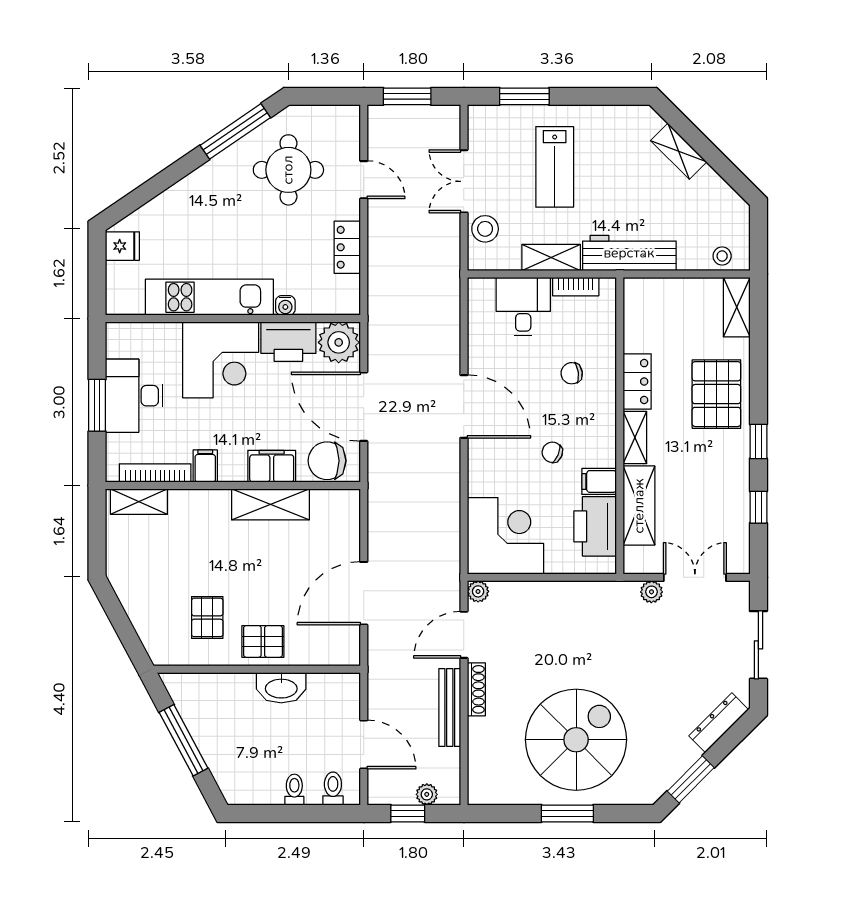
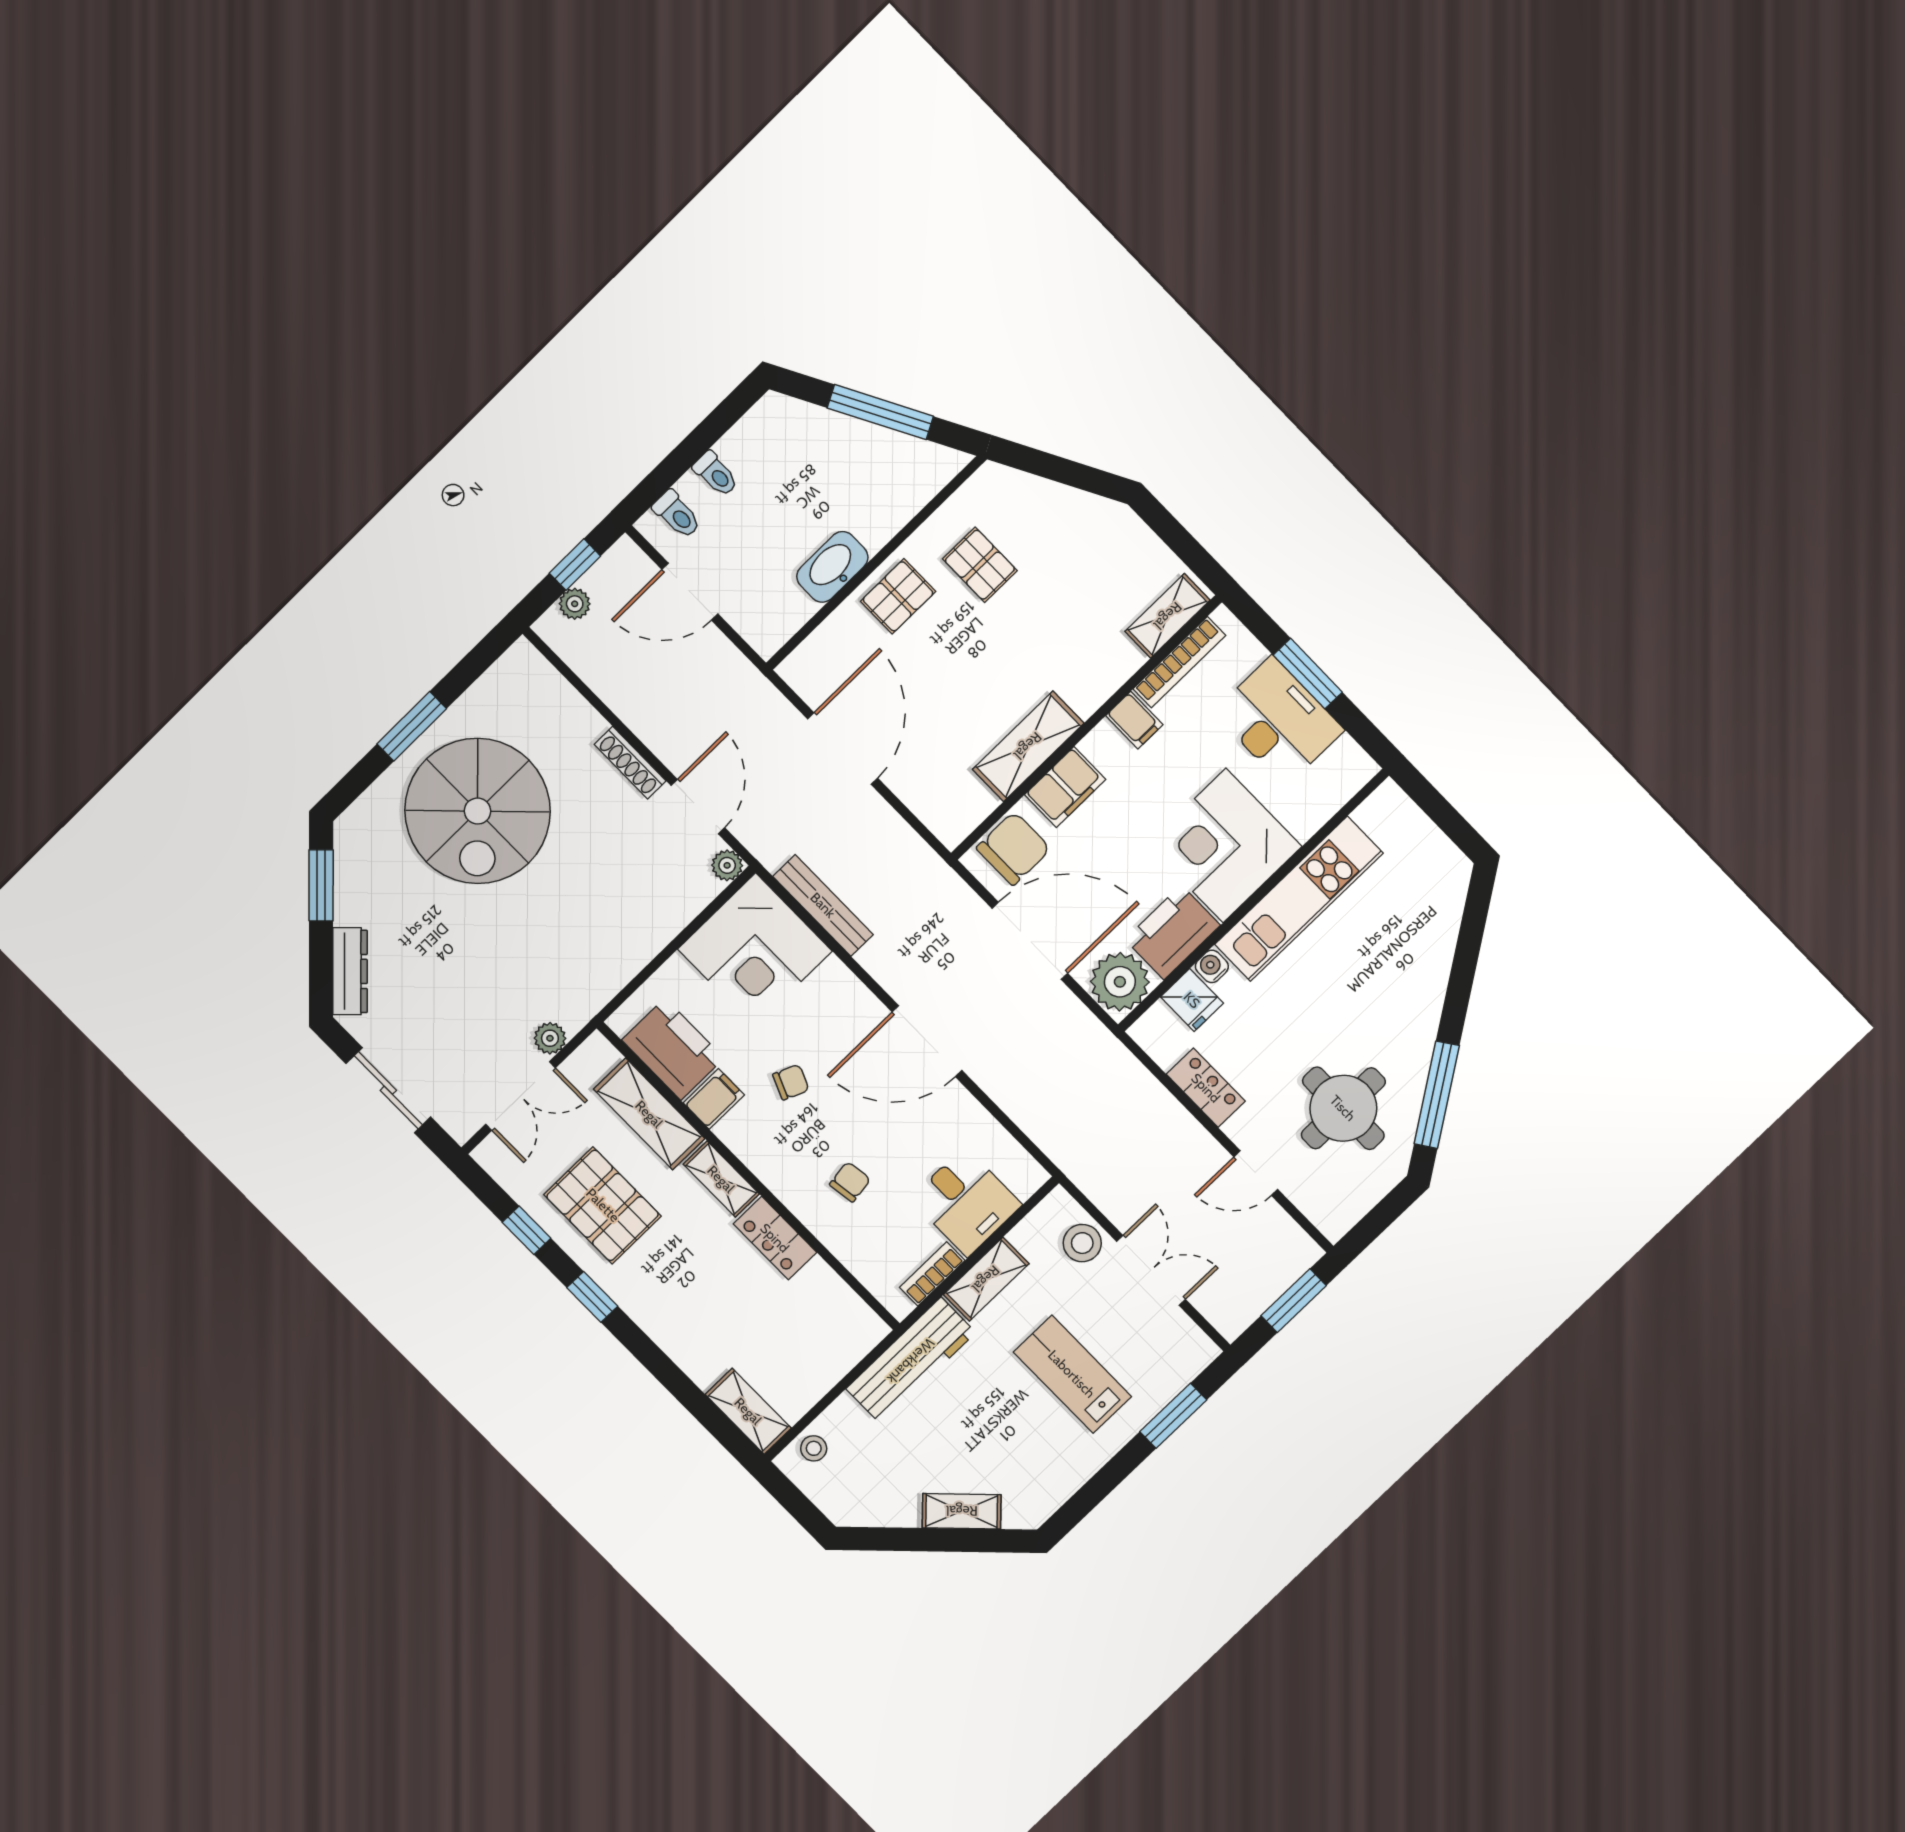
fridge: (122, 246) -> (1192, 1000), moved, turned -90
pallet: (716, 394) -> (603, 1205), moved
bench: (450, 708) -> (823, 905), moved

